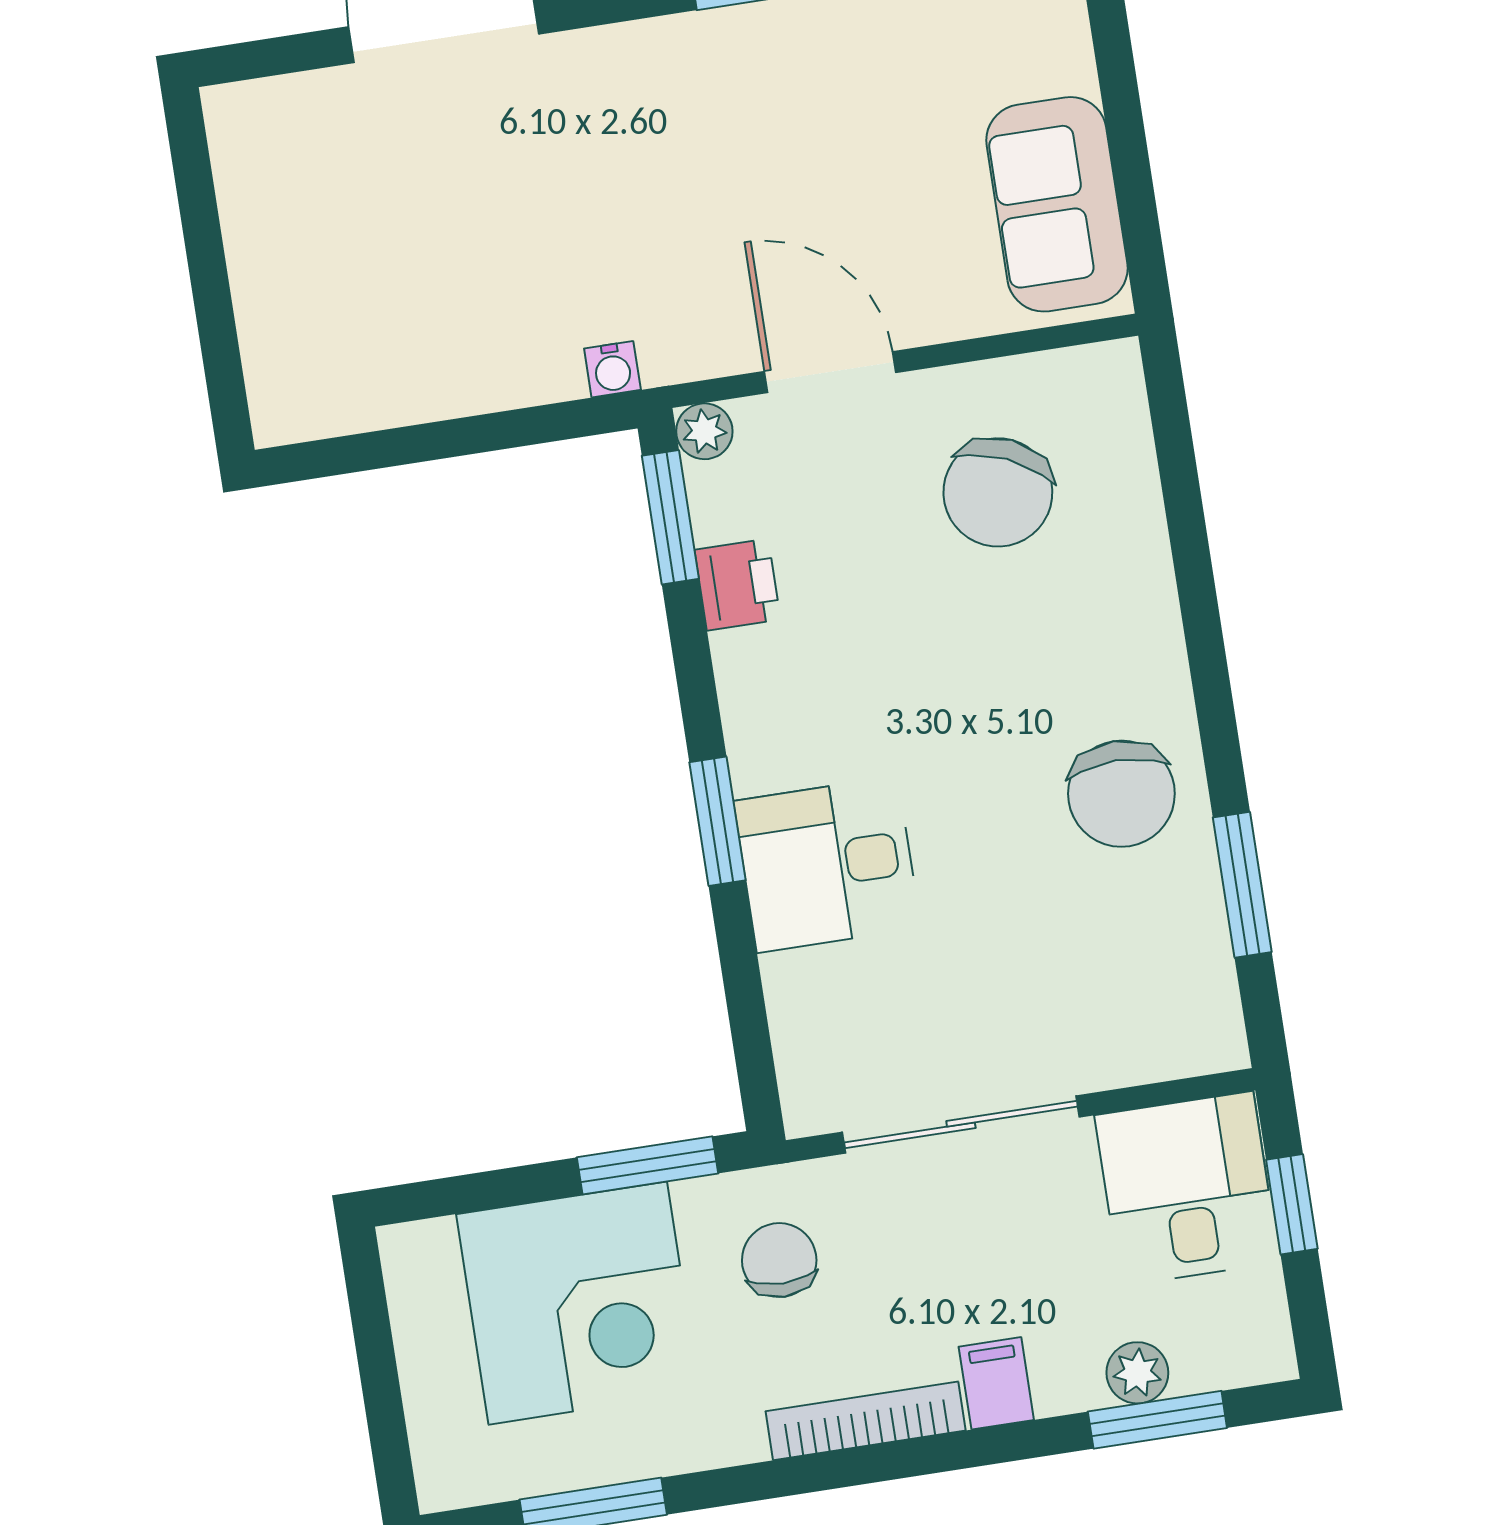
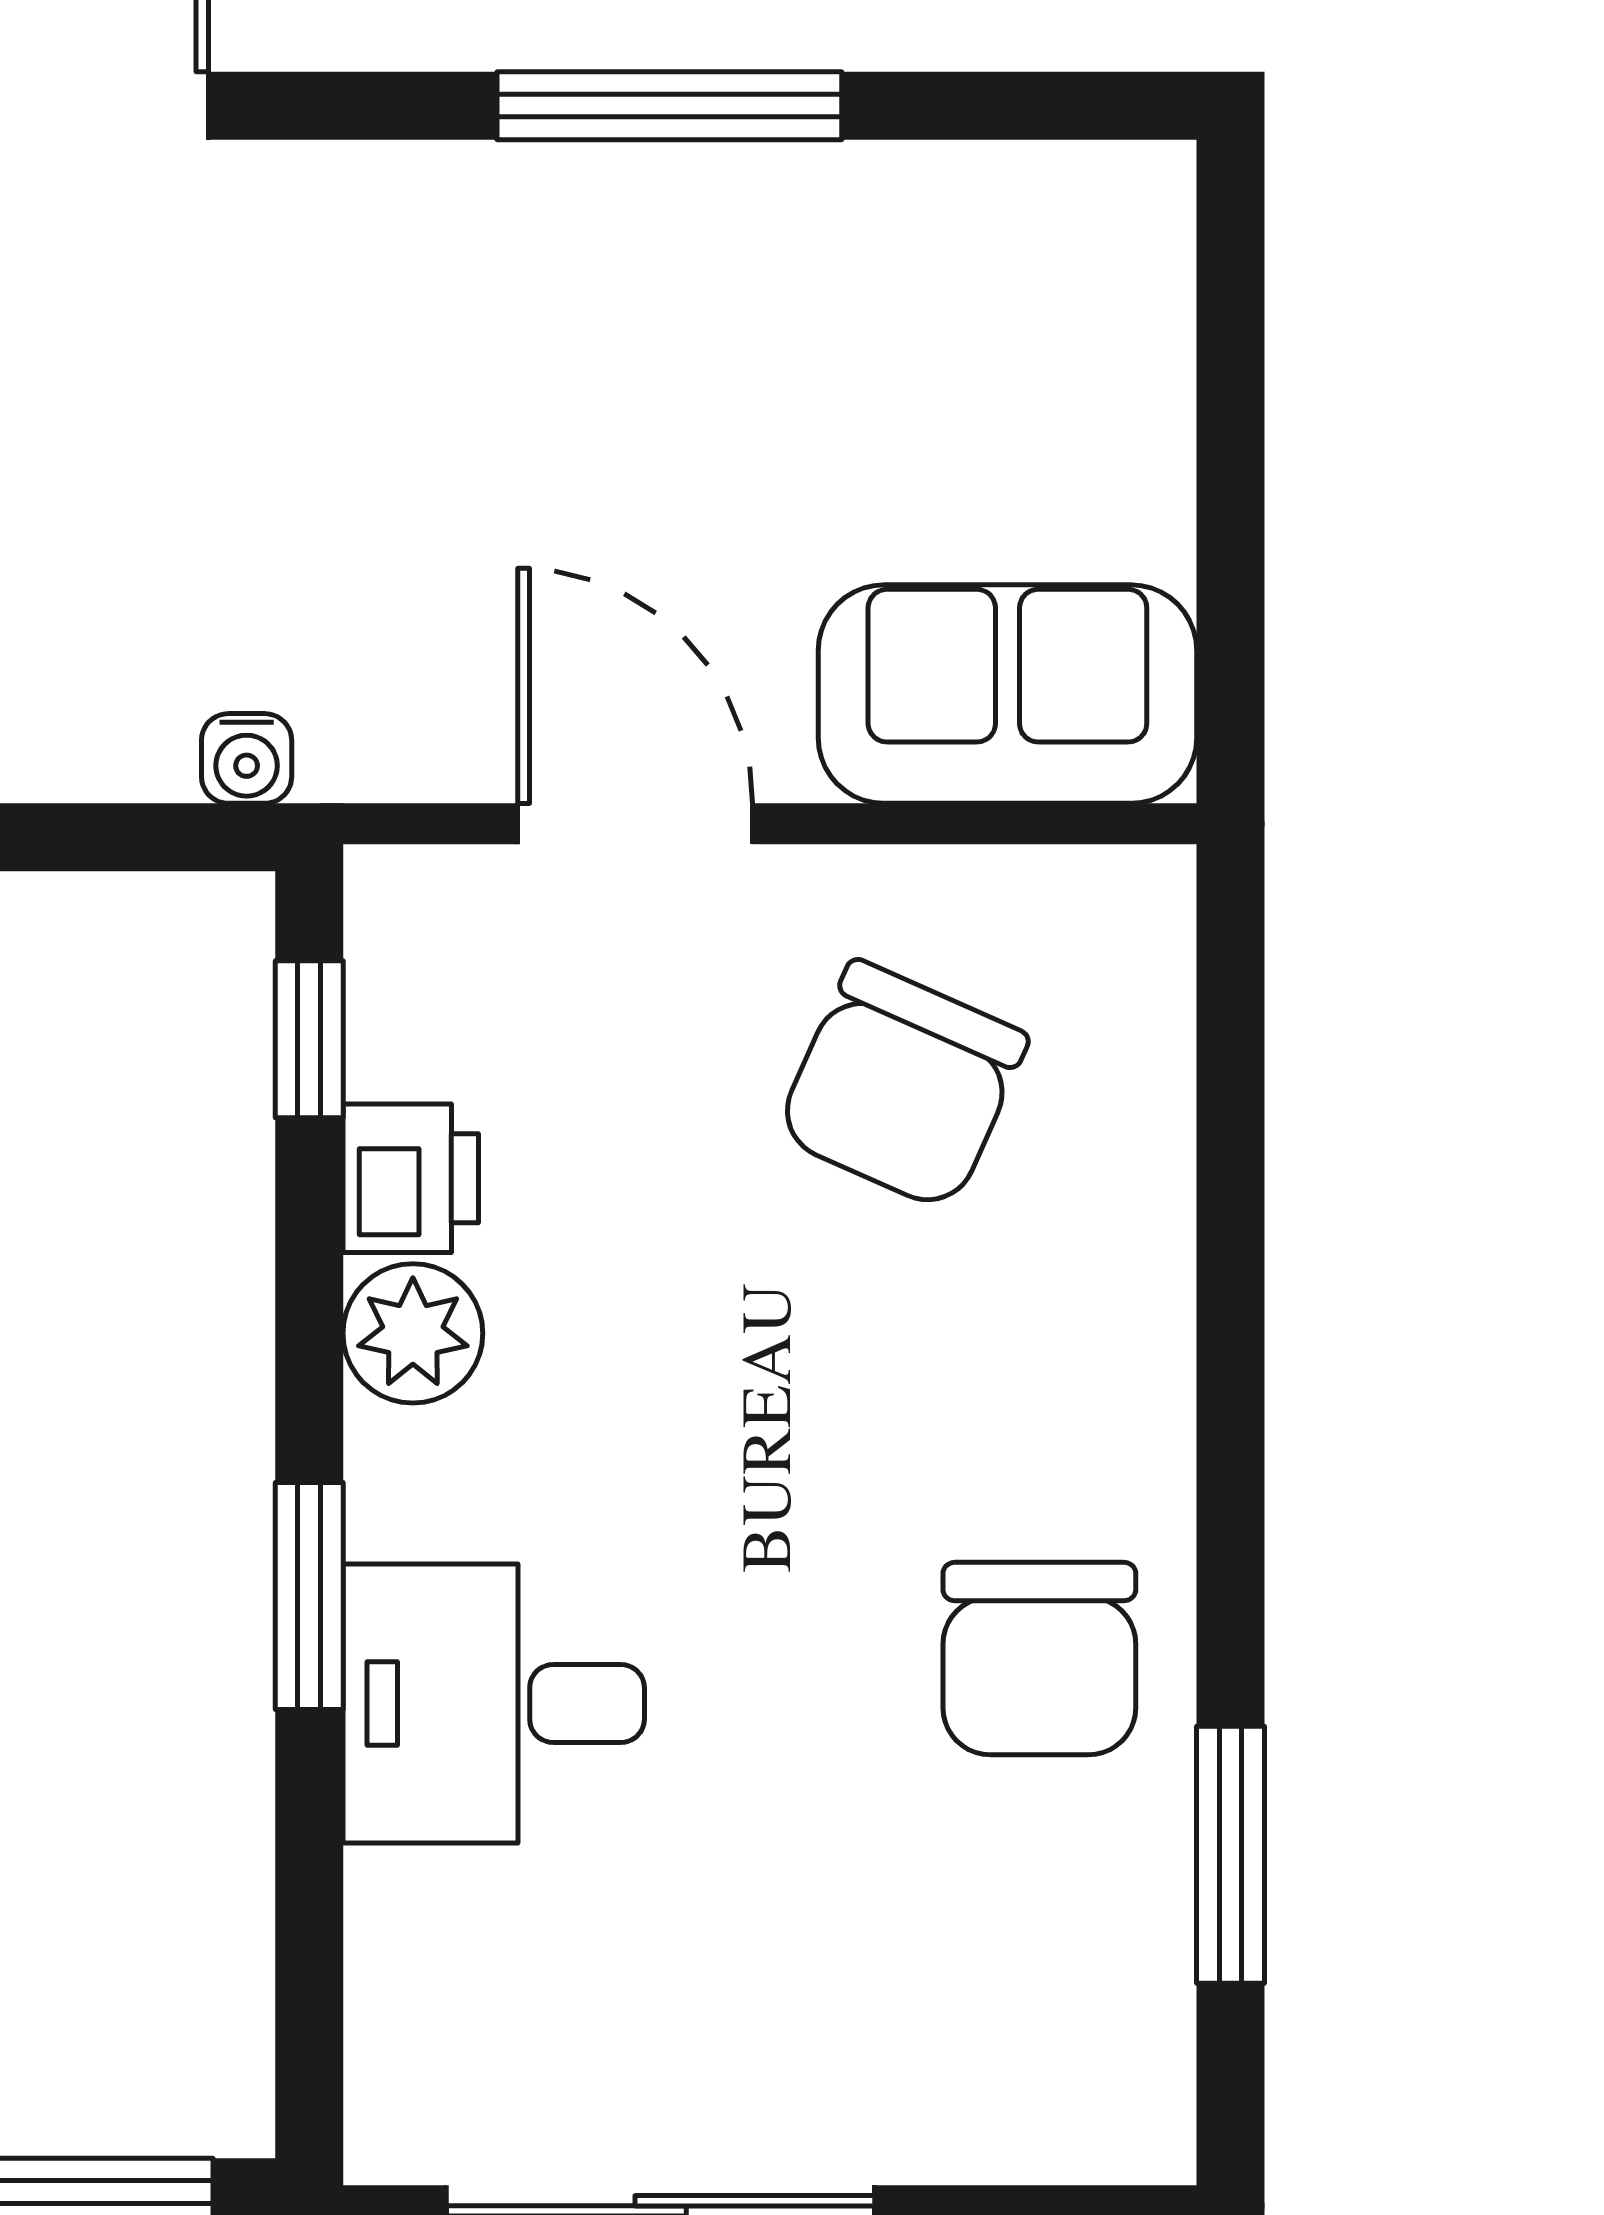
sofa: (1057, 204) -> (1007, 694), moved, turned 90
plant: (704, 431) -> (413, 1333), moved, width x1.38, depth x1.38
window: (670, 517) -> (309, 1039), width x0.67

